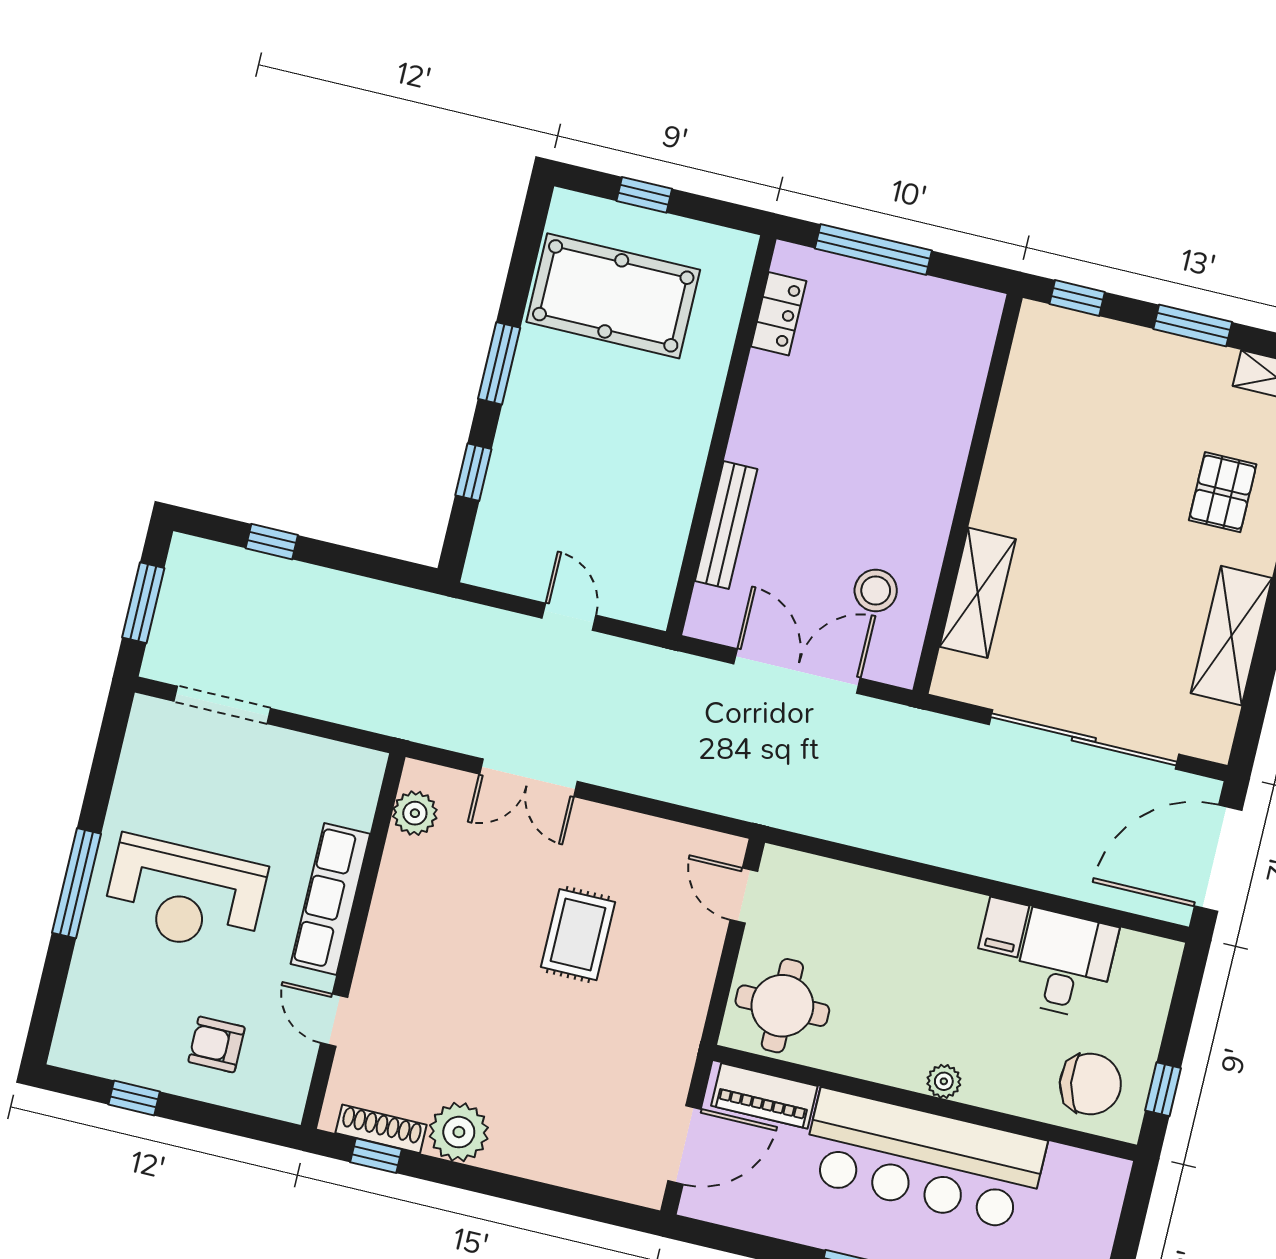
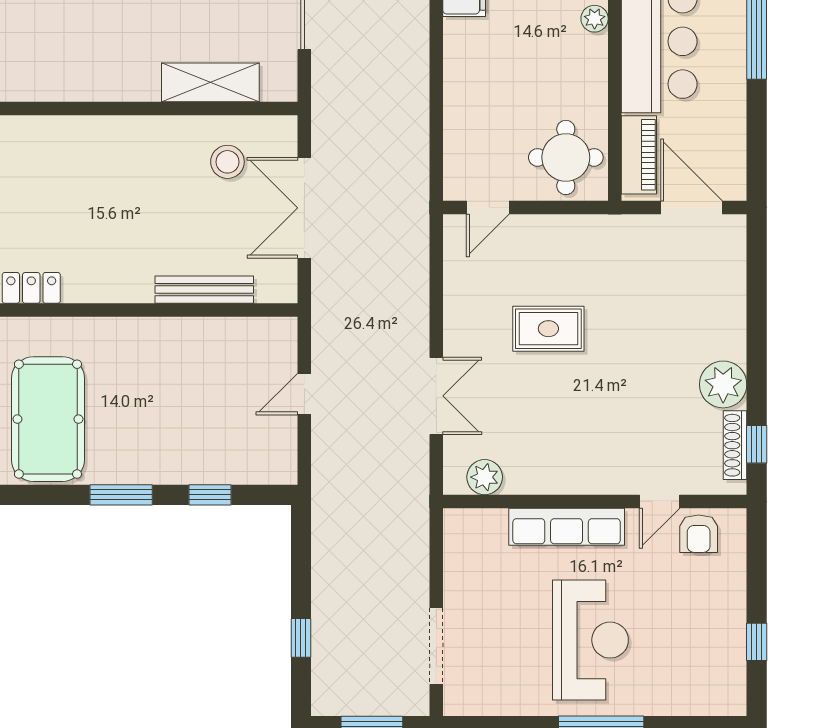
armchair: (217, 1044) -> (699, 534), moved

